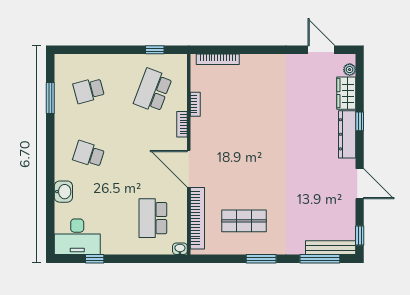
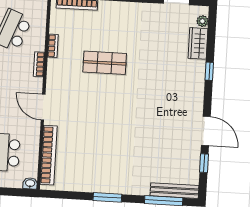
dresser: (347, 134) -> (197, 83), removed
door: (189, 169) -> (43, 107), width x0.73
shop shelf: (244, 221) -> (105, 63), moved
window: (360, 235) -> (204, 163), moved

